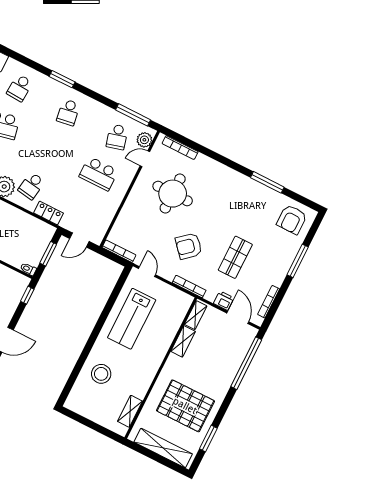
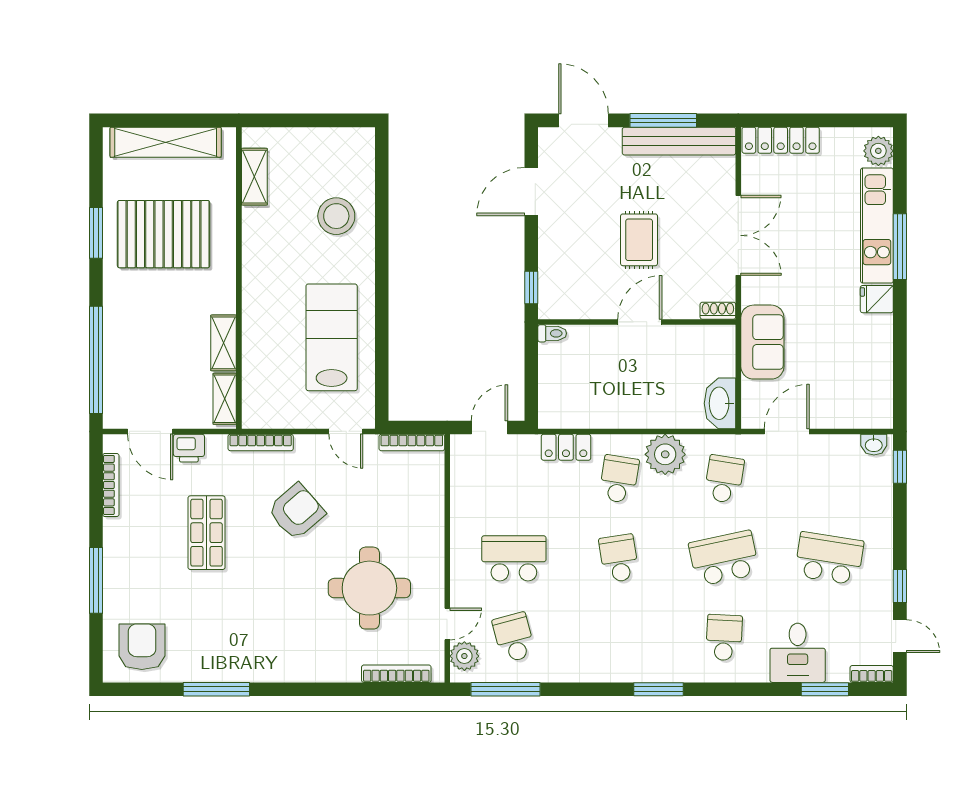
school desk: (68, 112) -> (619, 558), moved
window: (48, 254) -> (531, 377), removed
window: (208, 438) -> (96, 233), moved

